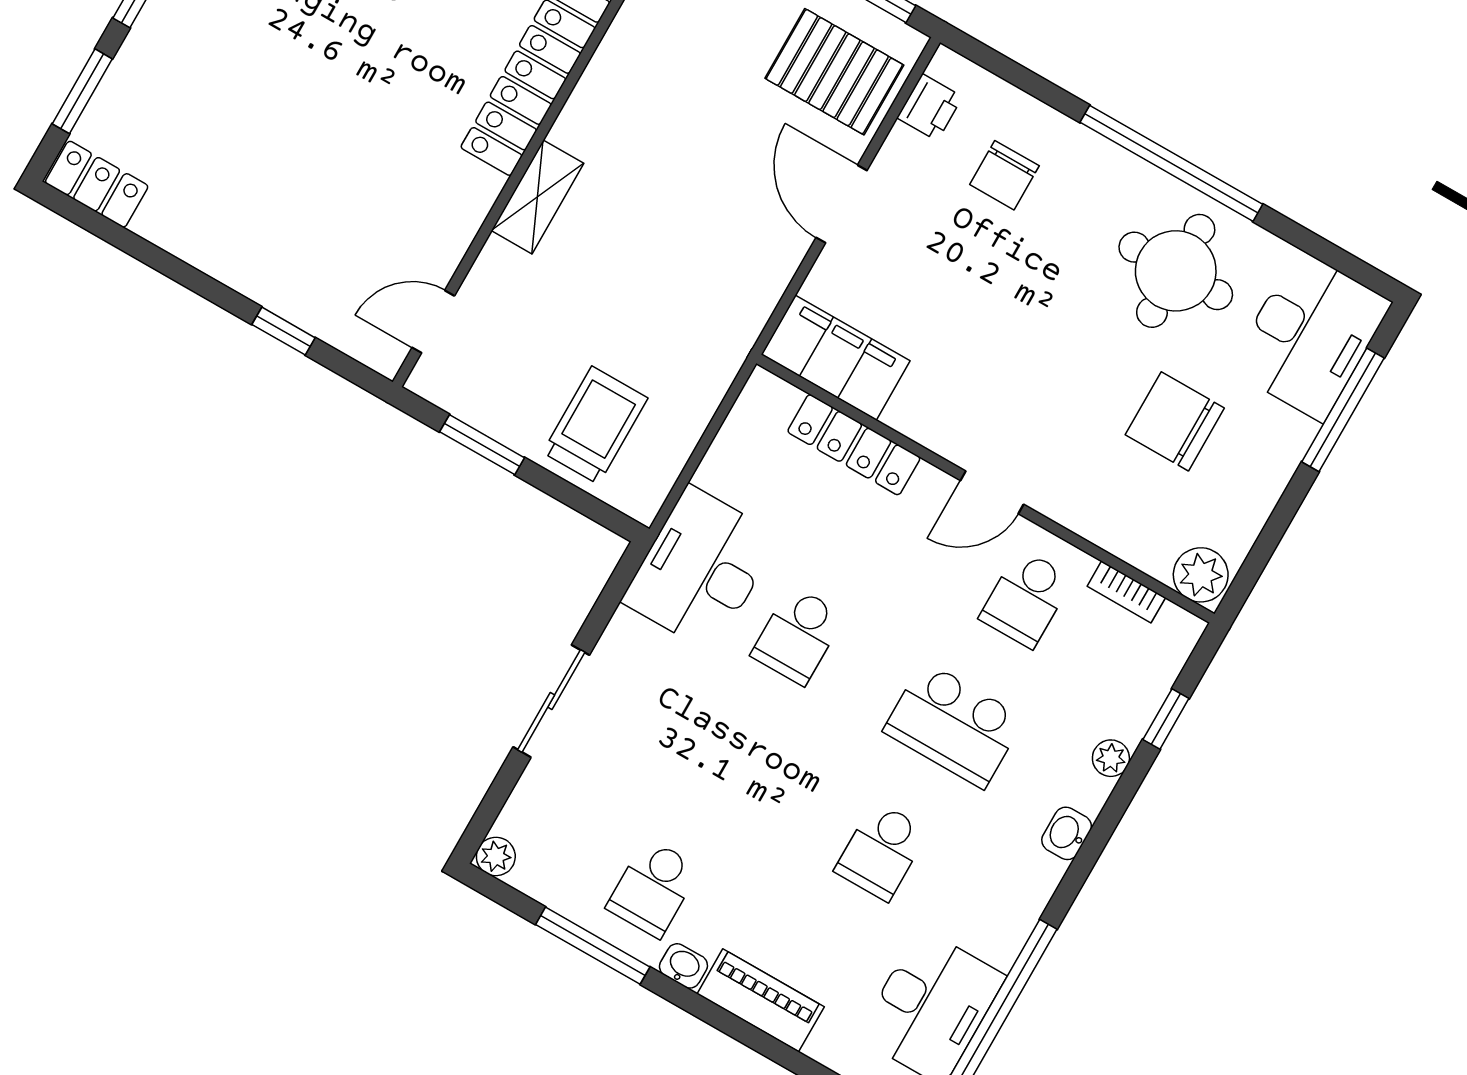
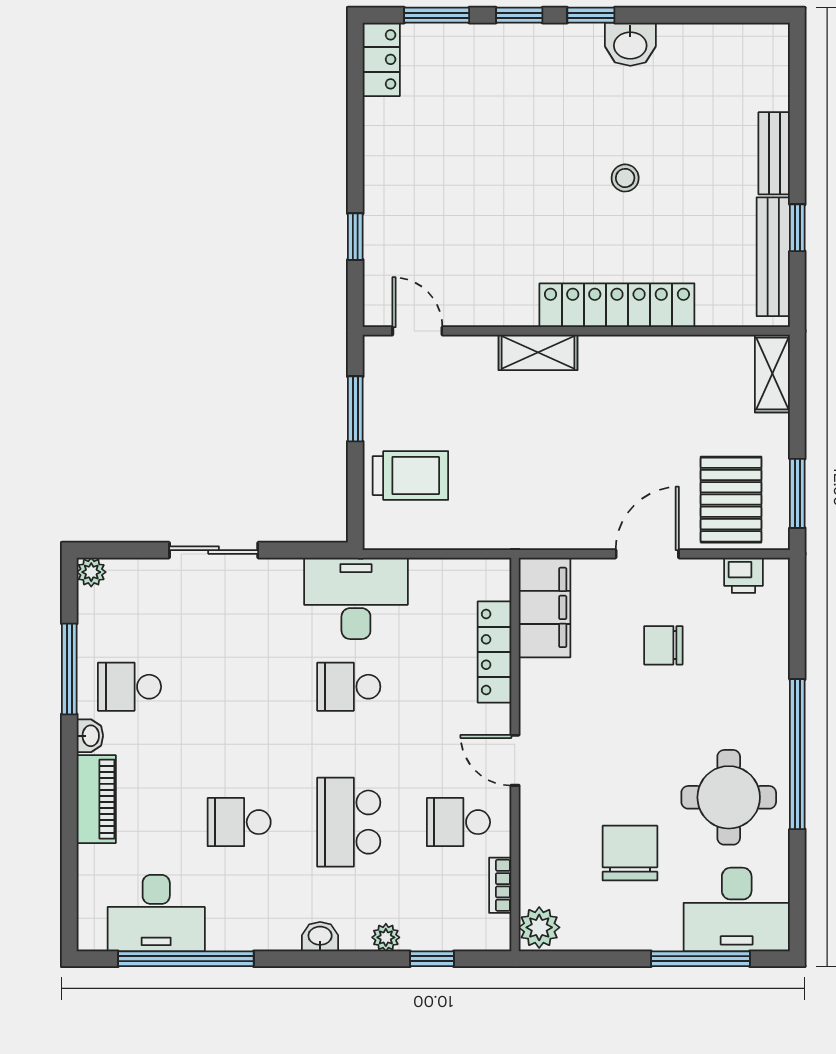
chair: (1004, 175) -> (663, 645), moved

